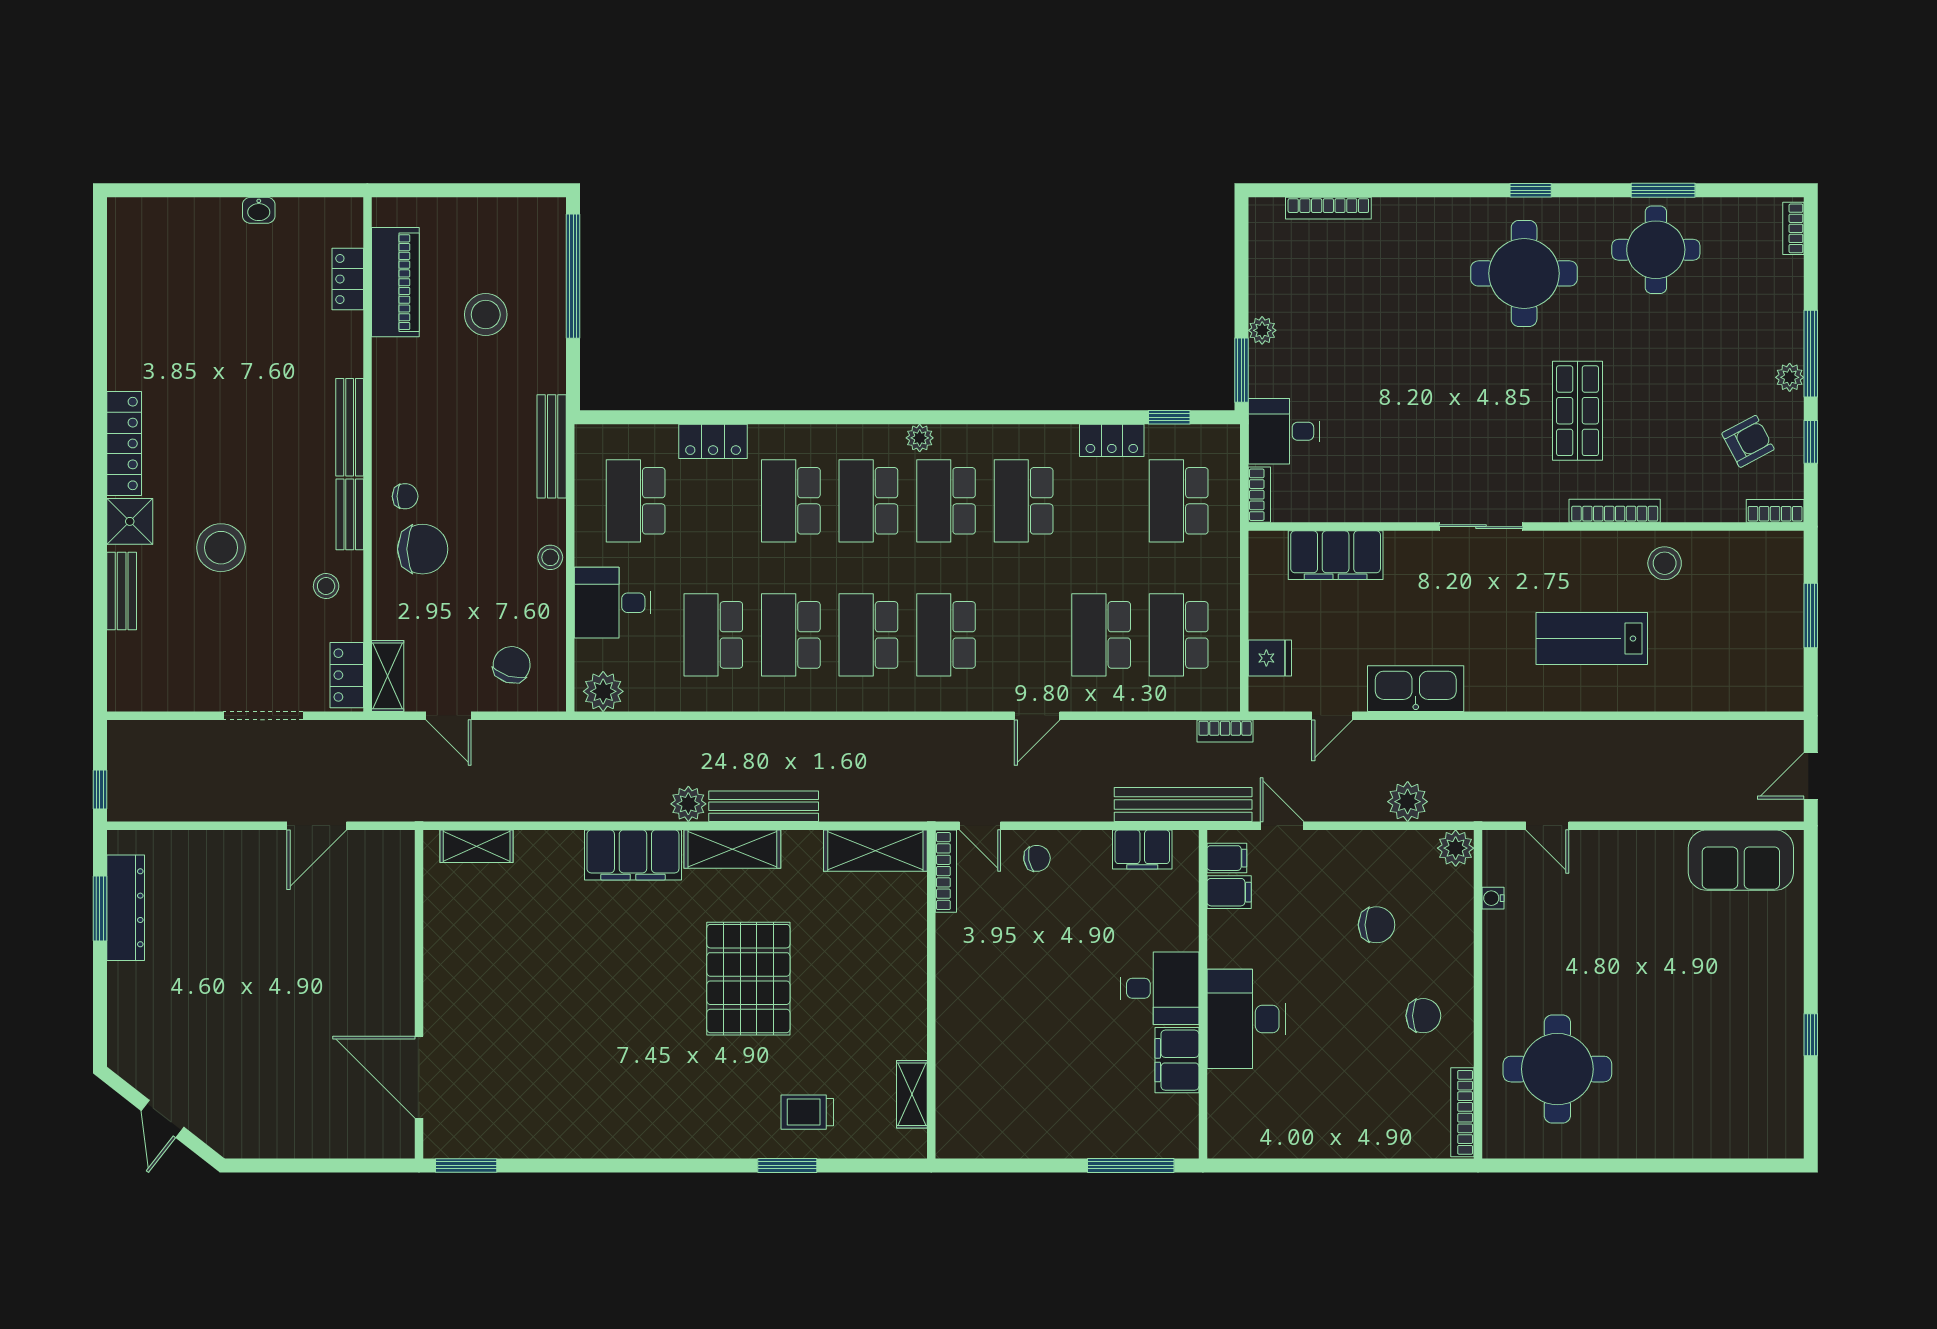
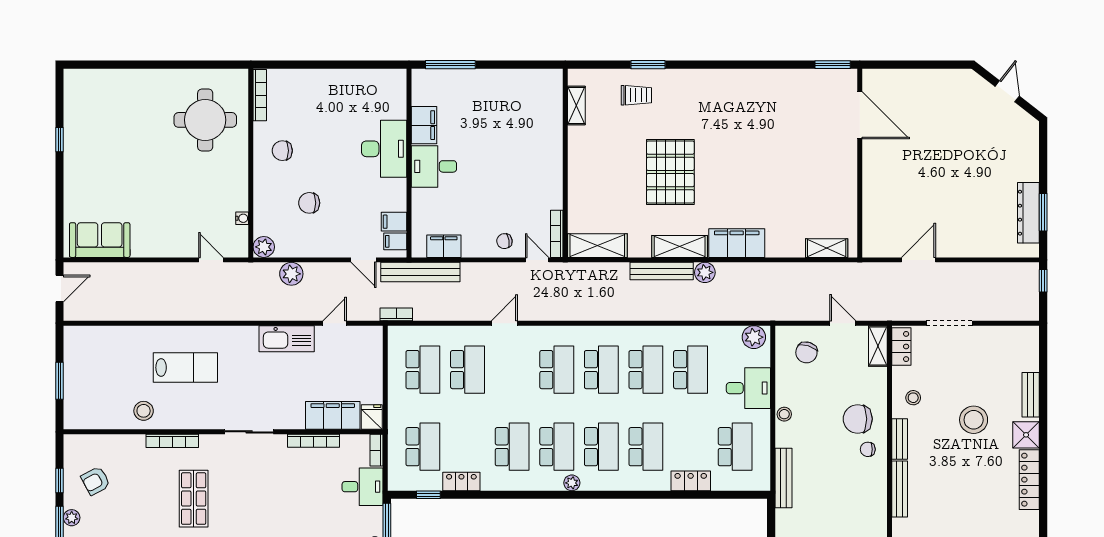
bookcase: (1775, 511) -> (313, 441), moved, width x1.56
fridge: (1270, 658) -> (372, 417), moved, turned 90

